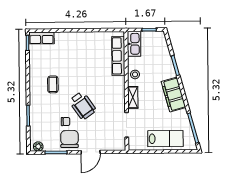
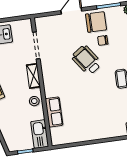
row of seats: (118, 56) -> (54, 112), width x0.68
chair: (69, 139) -> (96, 22), turned -90

